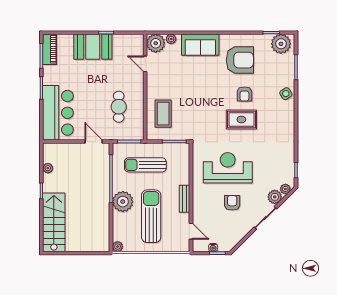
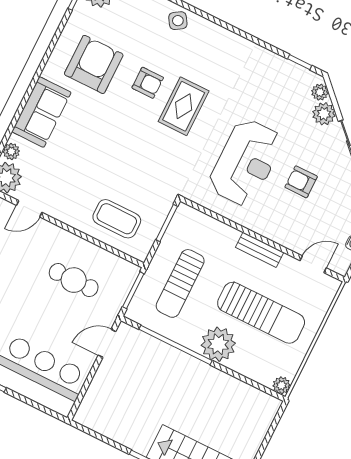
plant: (48, 168) -> (113, 431), removed
reception desk: (228, 168) -> (246, 162), turned 180
sun lounger: (151, 216) -> (261, 313), turned 180

